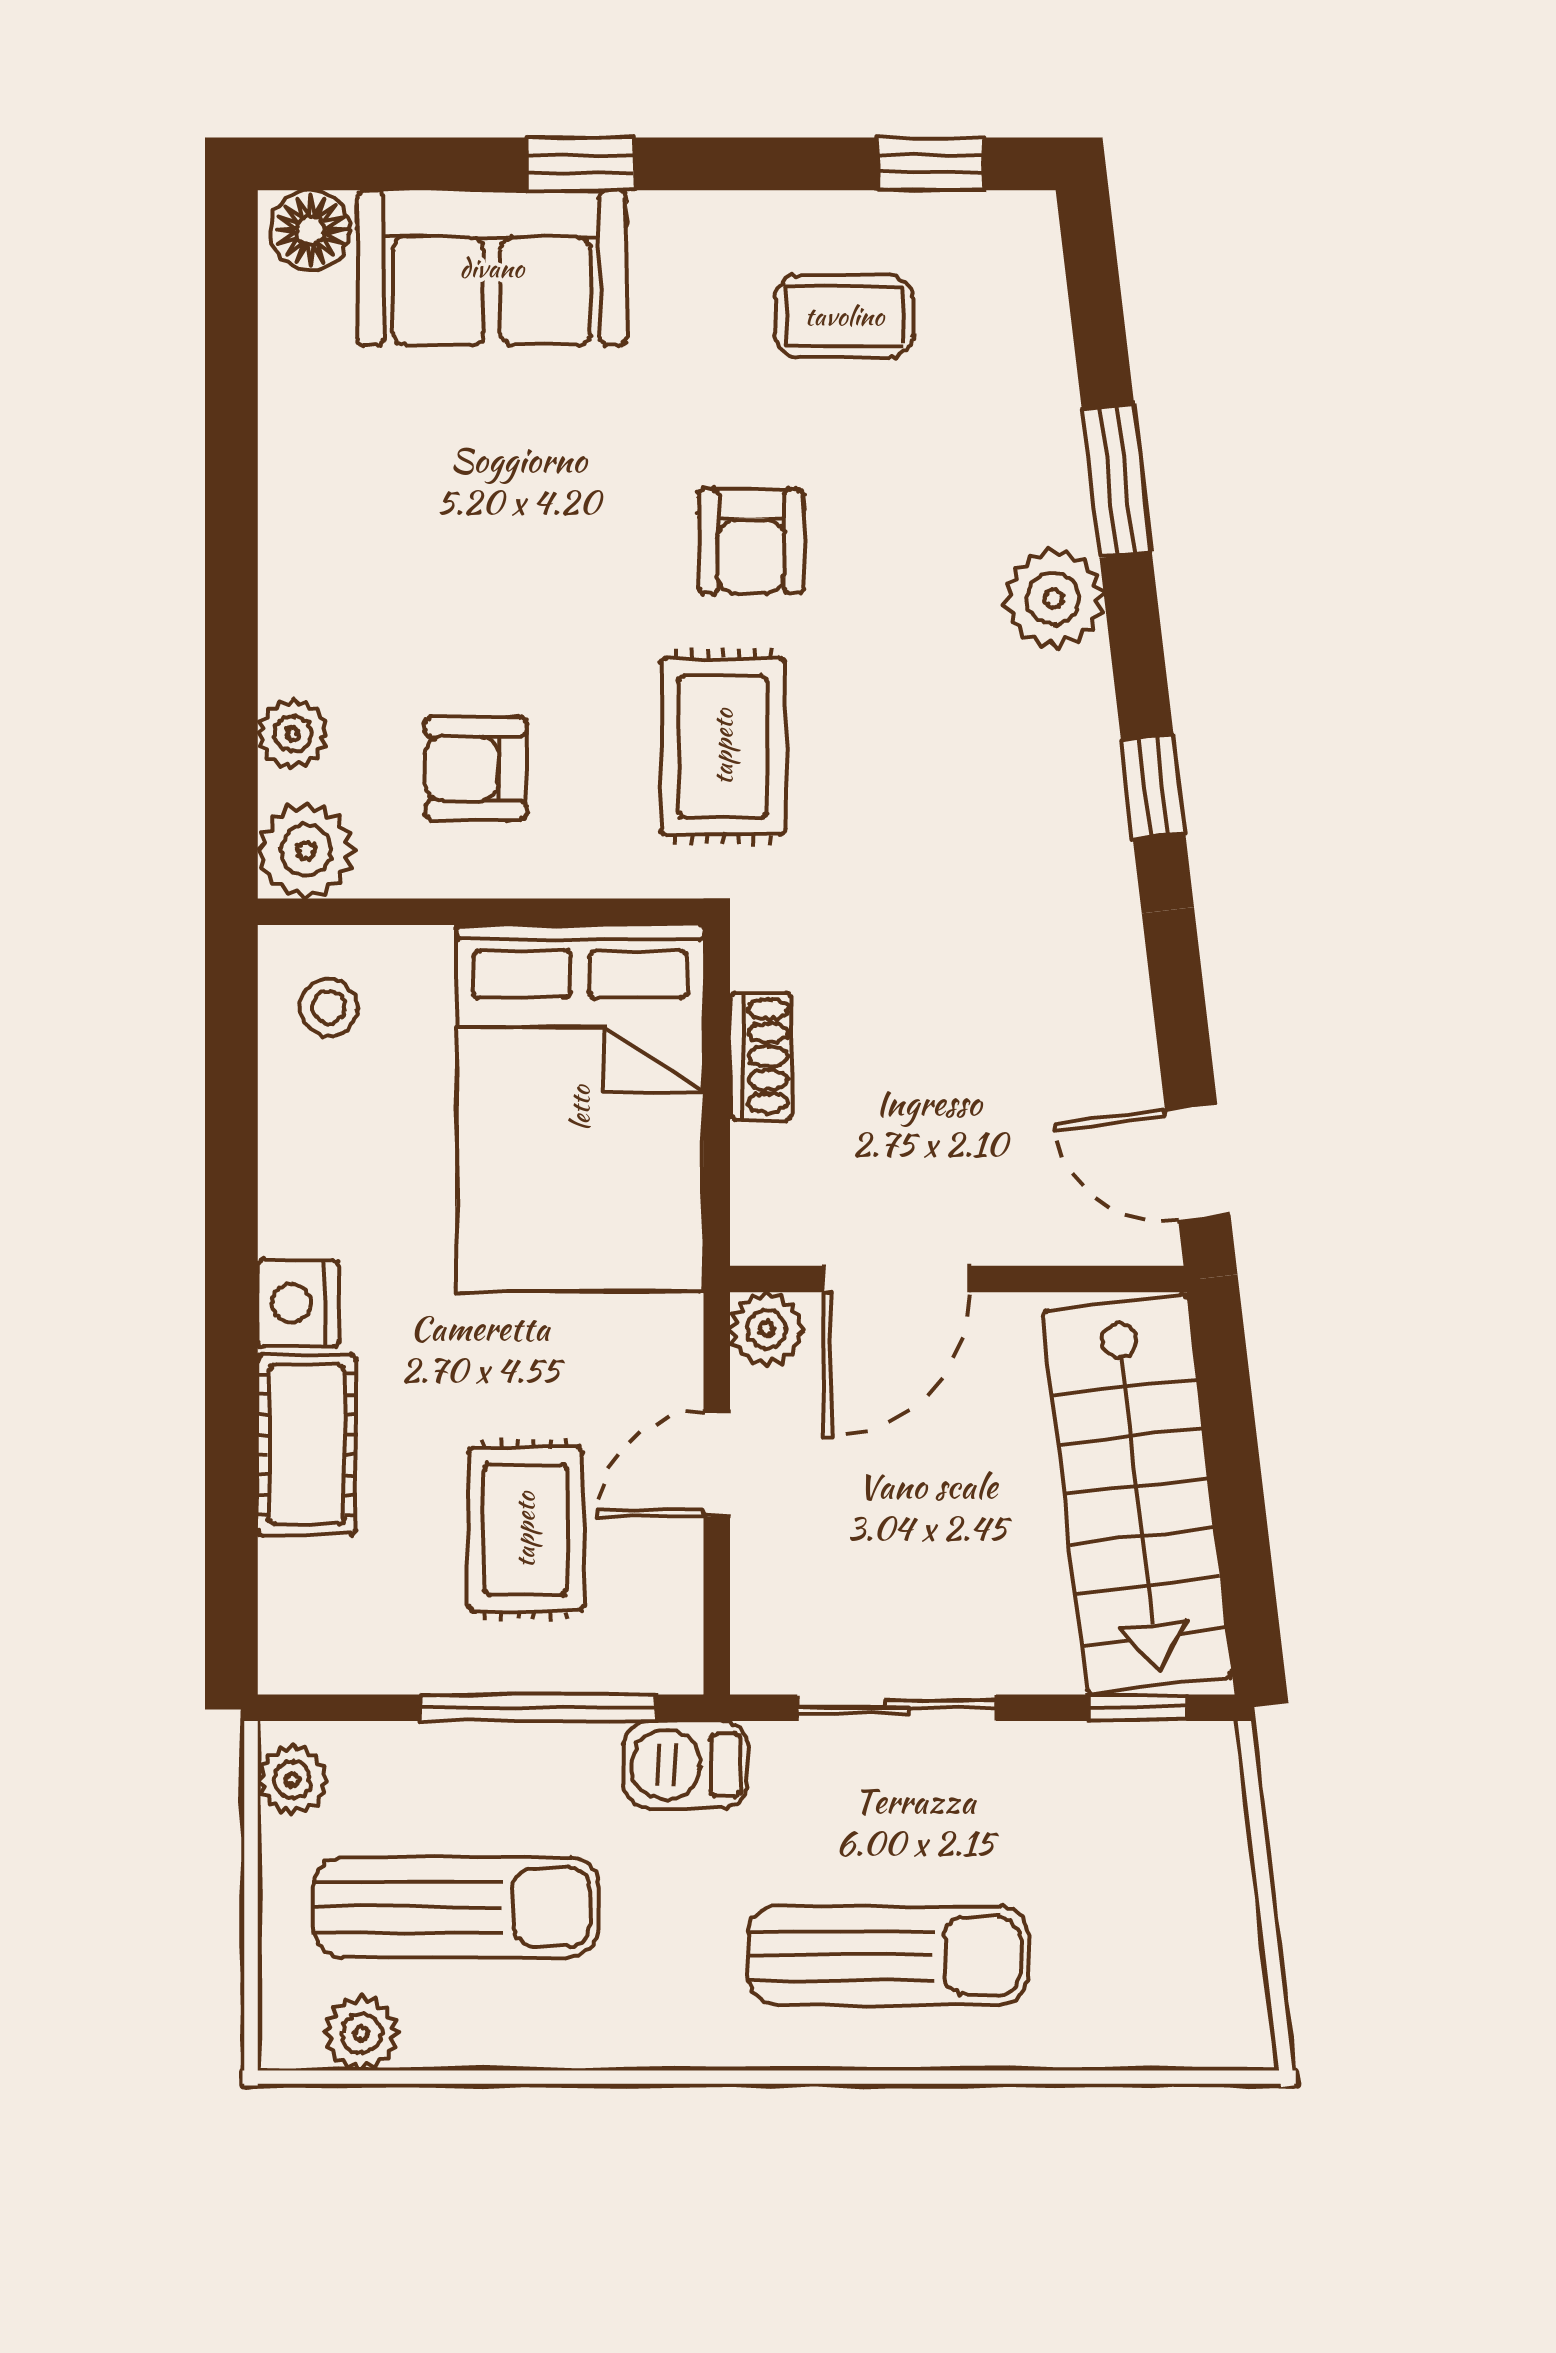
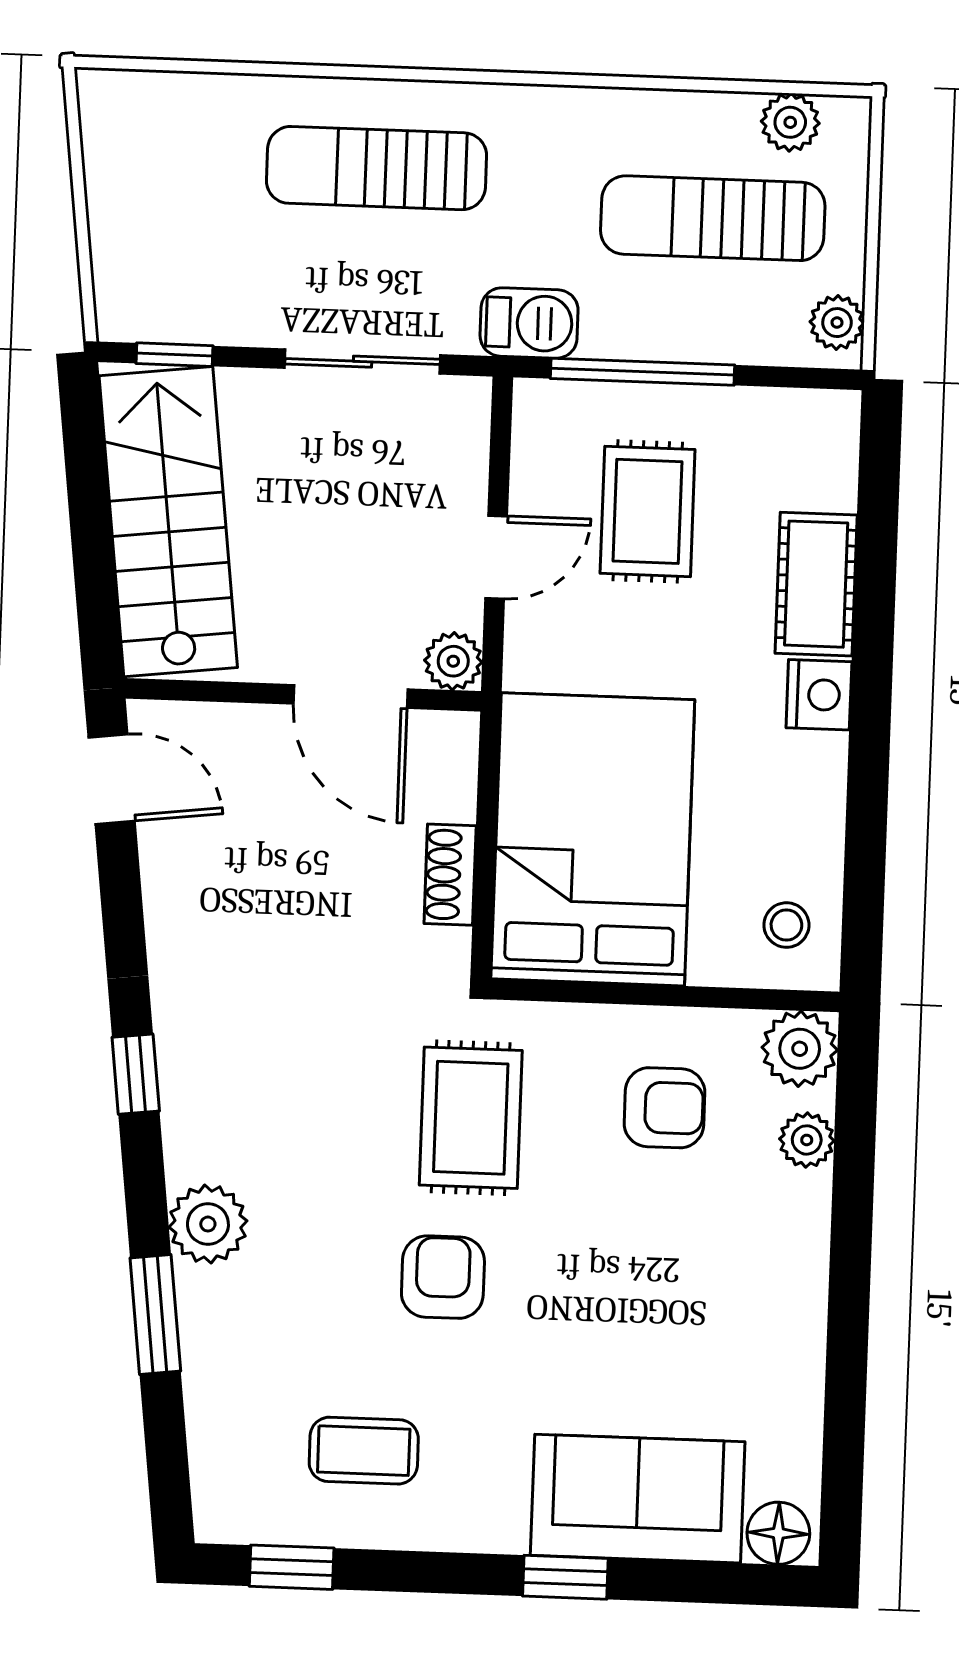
door: (896, 1279) -> (351, 697), swing flipped

